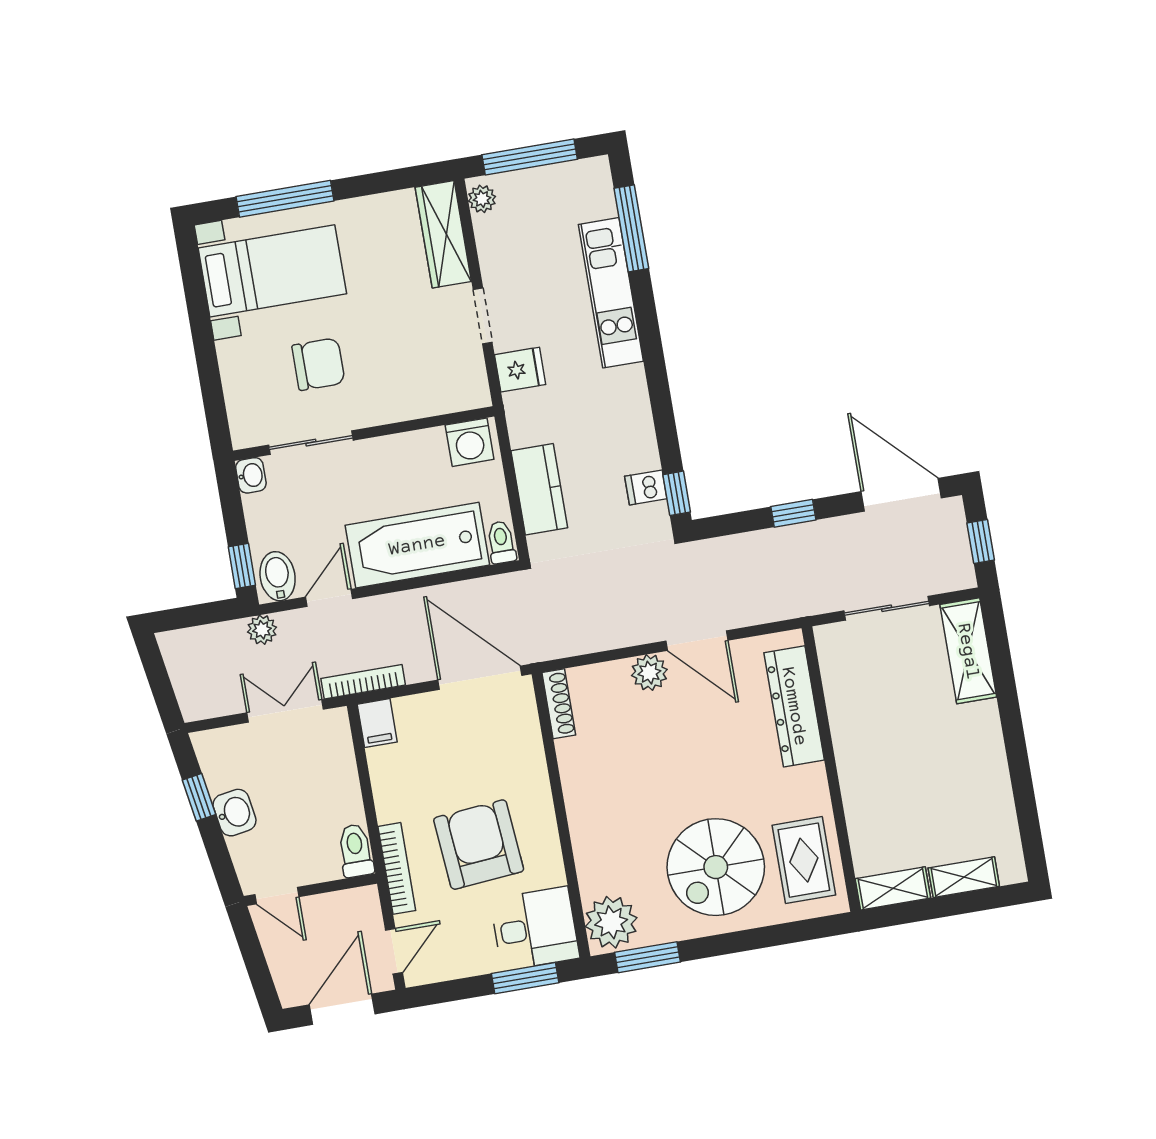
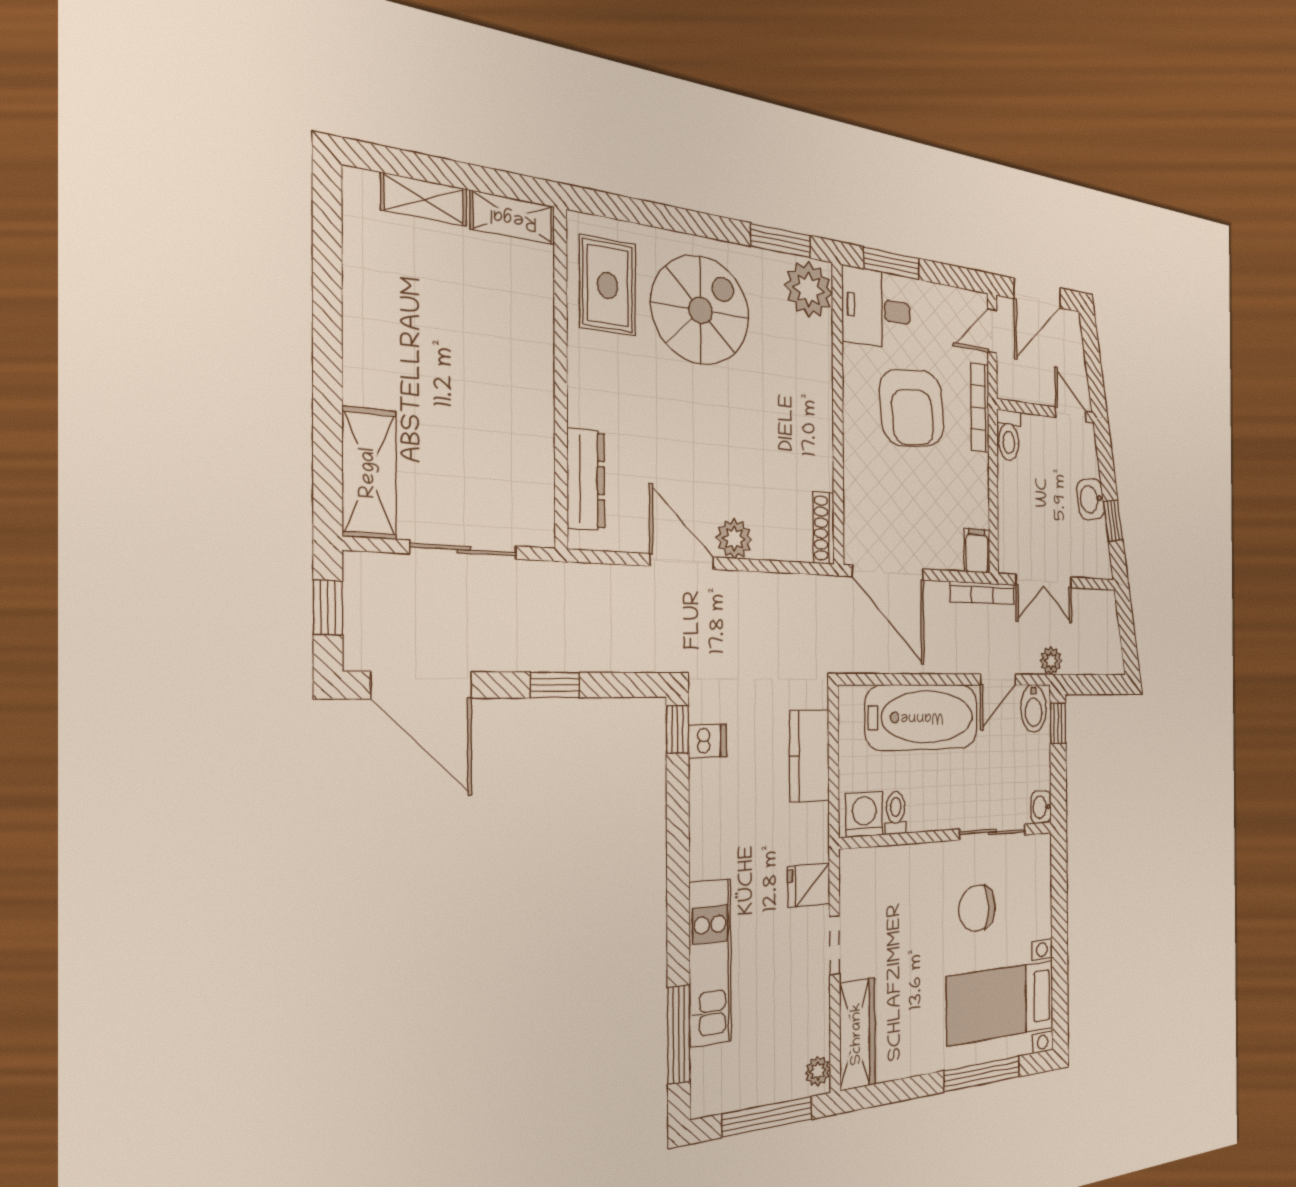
toilet: (501, 542) -> (896, 813), moved, turned 180
dresser: (794, 706) -> (586, 479), width x0.73, depth x0.80

